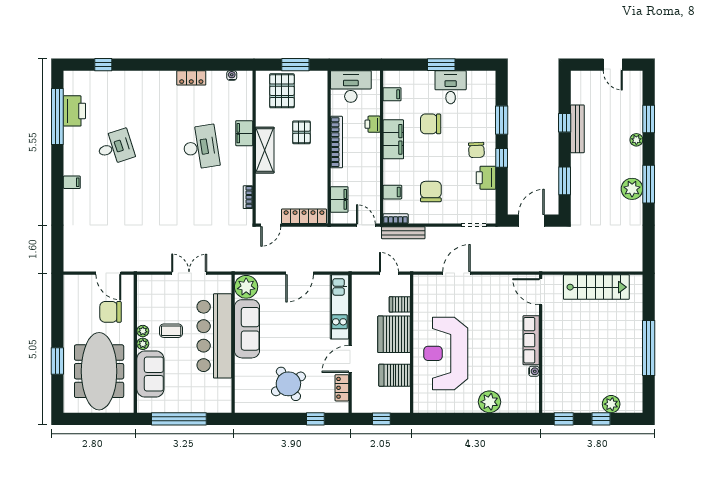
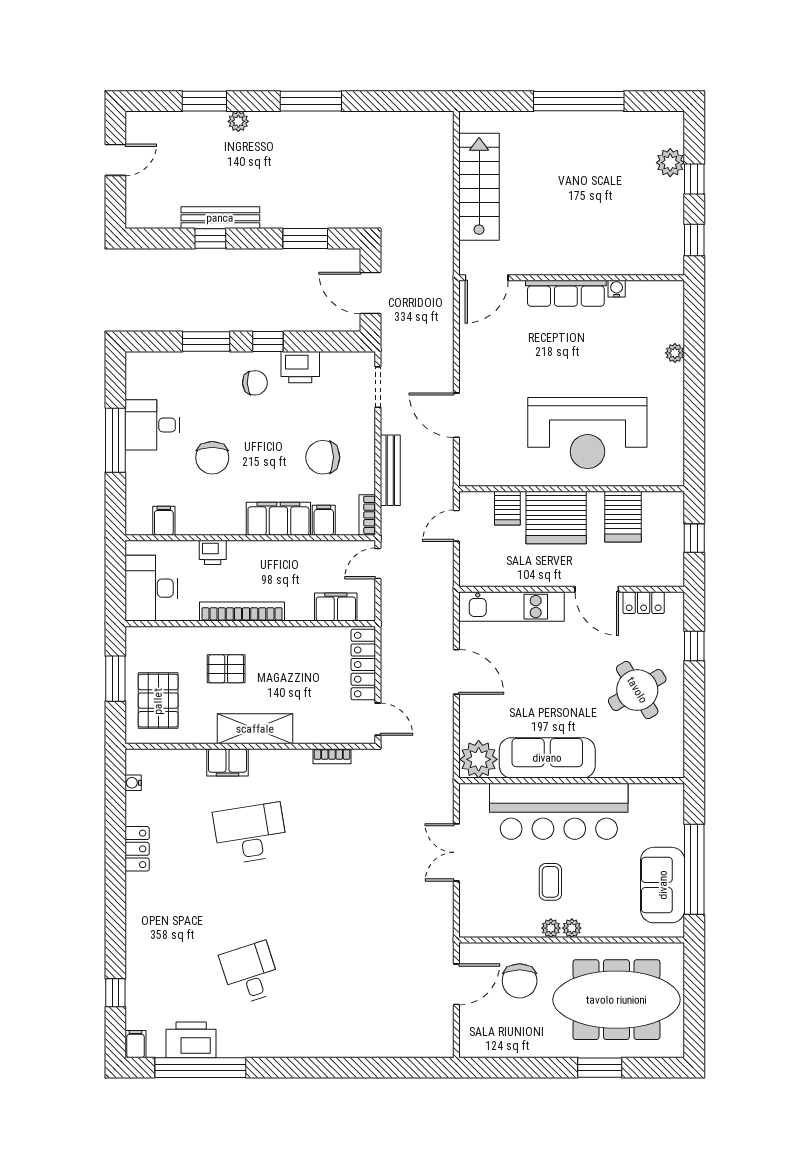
window: (441, 65) -> (115, 440), width x1.44
pallet: (282, 91) -> (158, 701), turned 90
filing cabinet: (393, 139) -> (278, 519), moved
filing cabinet: (72, 182) -> (135, 1044), moved
plant: (632, 189) -> (318, 128), removed
bench: (403, 233) -> (390, 470), moved
sofa: (150, 374) -> (663, 885), moved, turned -90
plant: (489, 402) -> (675, 353), width x0.53, depth x0.53

